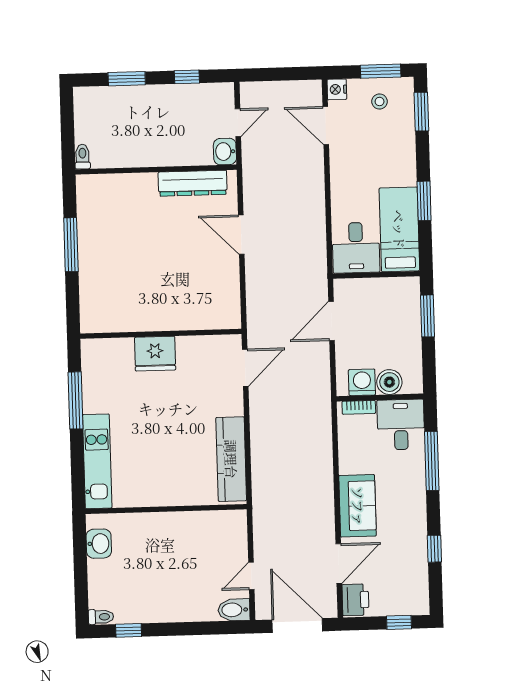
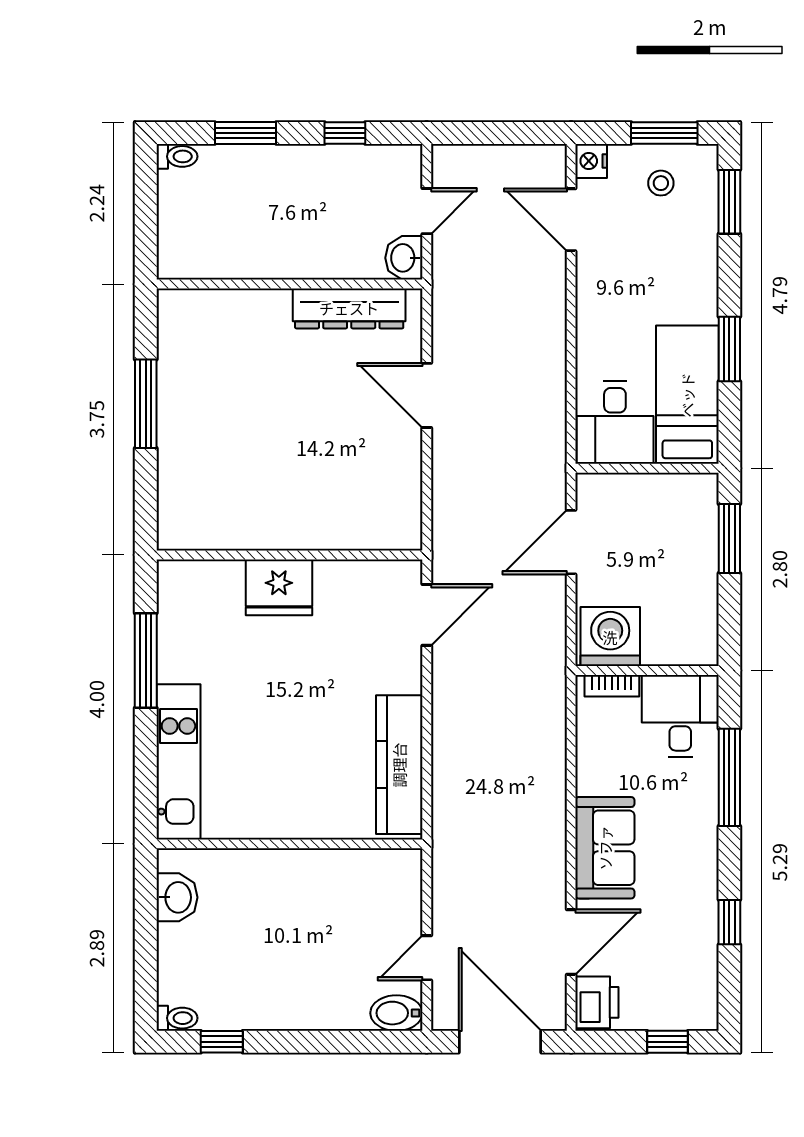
toilet: (82, 157) -> (177, 156), moved, turned 90
washing machine: (362, 382) -> (610, 637), width x1.37, depth x1.37
boiler: (389, 382) -> (663, 646), removed

